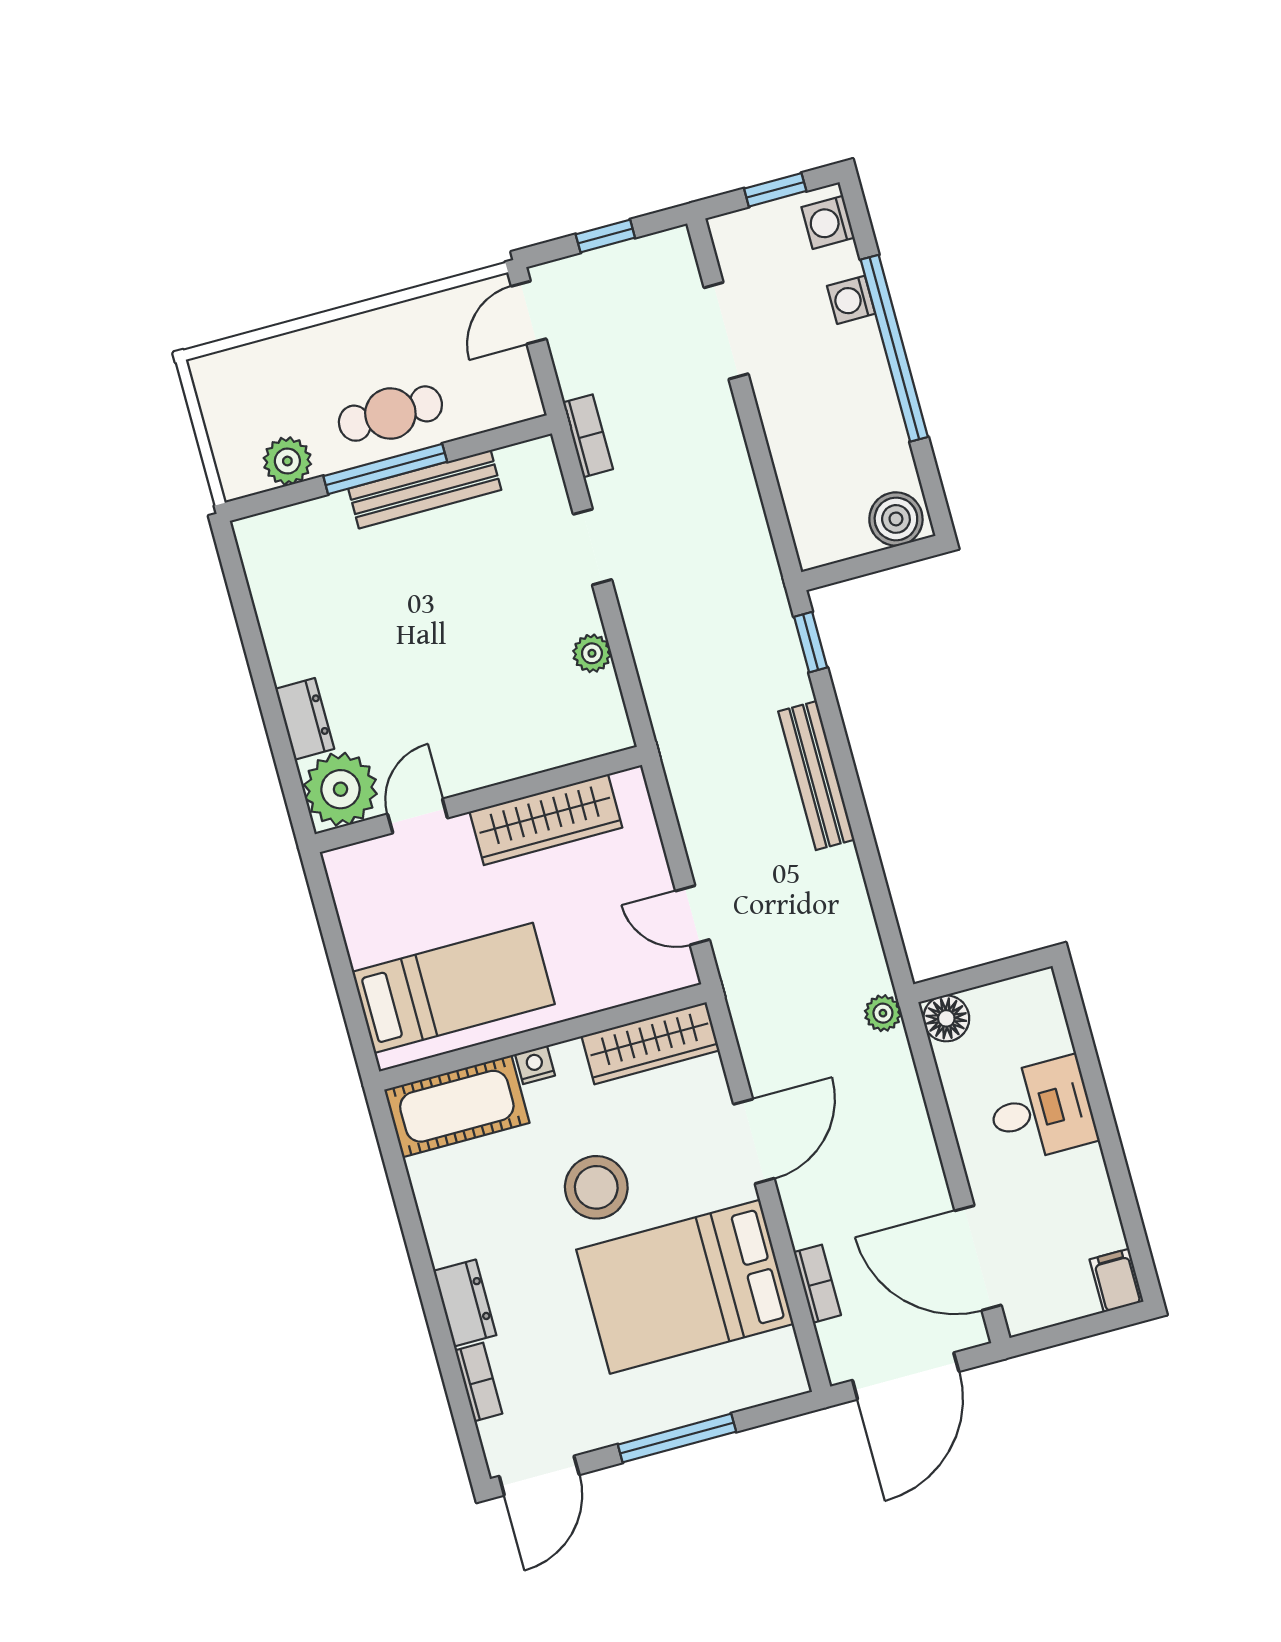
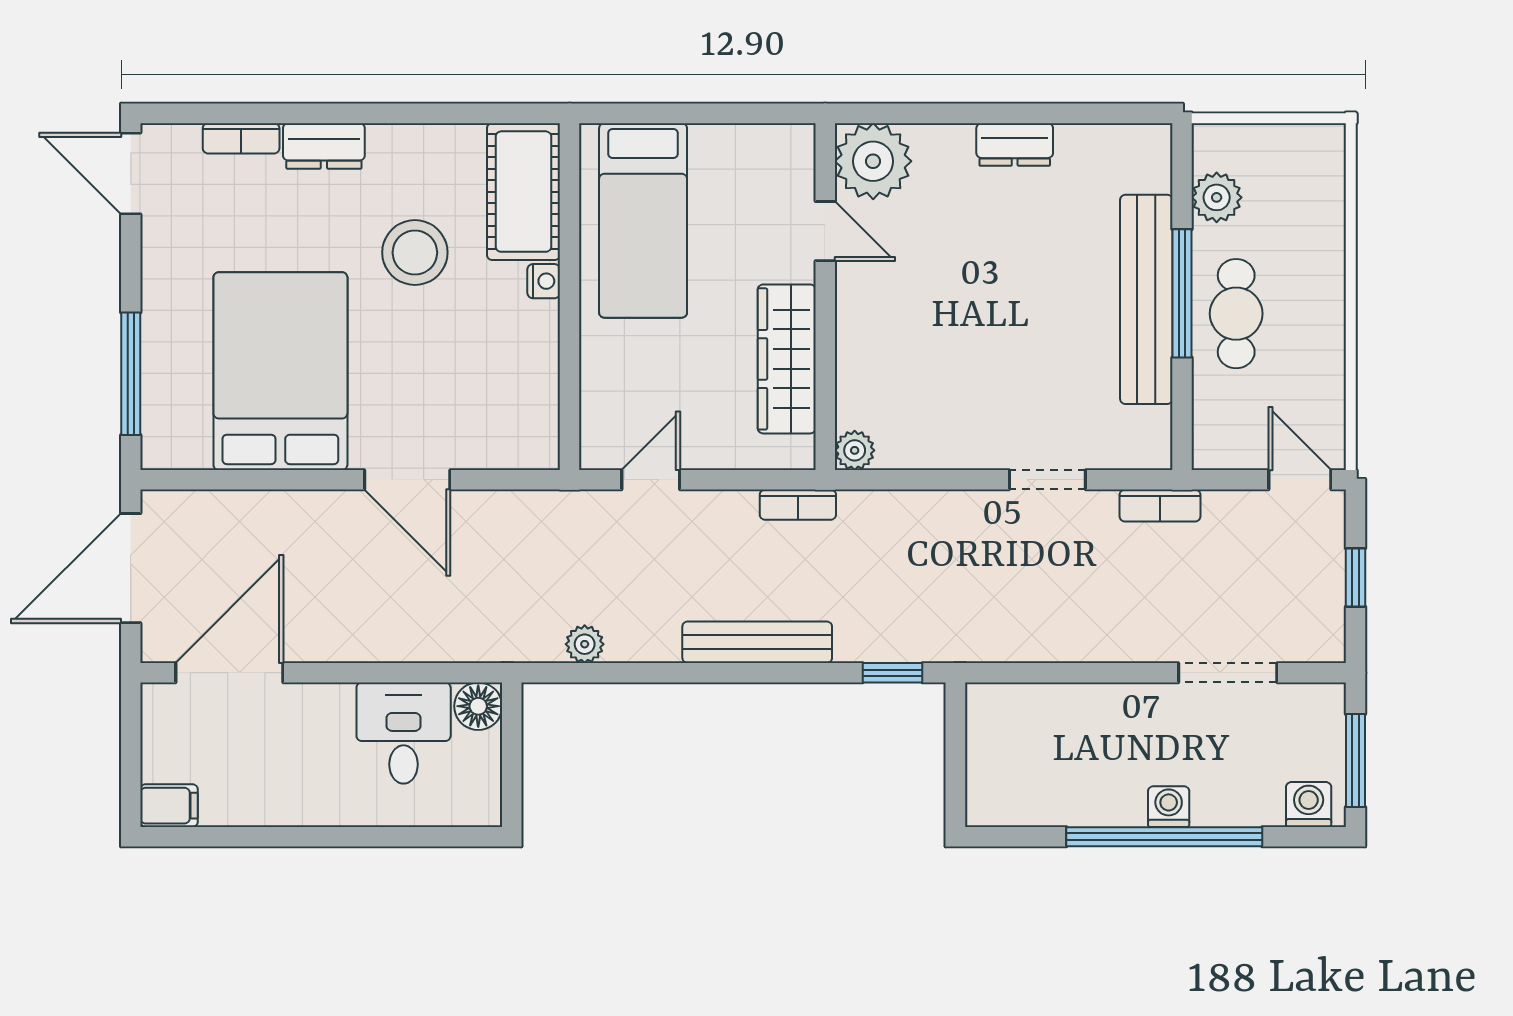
window: (775, 190) -> (1356, 760), width x1.50
washing machine: (851, 300) -> (1169, 807), moved
bench: (425, 489) -> (1146, 299), width x1.37, depth x1.21
boiler: (896, 519) -> (993, 792), removed
plant: (592, 653) -> (855, 450), moved
dresser: (305, 719) -> (1015, 145), moved
plant: (883, 1013) -> (585, 644), moved
wardrobe: (650, 1043) -> (534, 403), removed
desk: (1041, 1110) -> (404, 733), moved, turned 180
stool: (596, 1187) -> (415, 253), moved
bookcase: (817, 1284) -> (798, 505), moved
door: (906, 1376) -> (131, 568), hinge flipped
window: (677, 1438) -> (131, 374), moved

